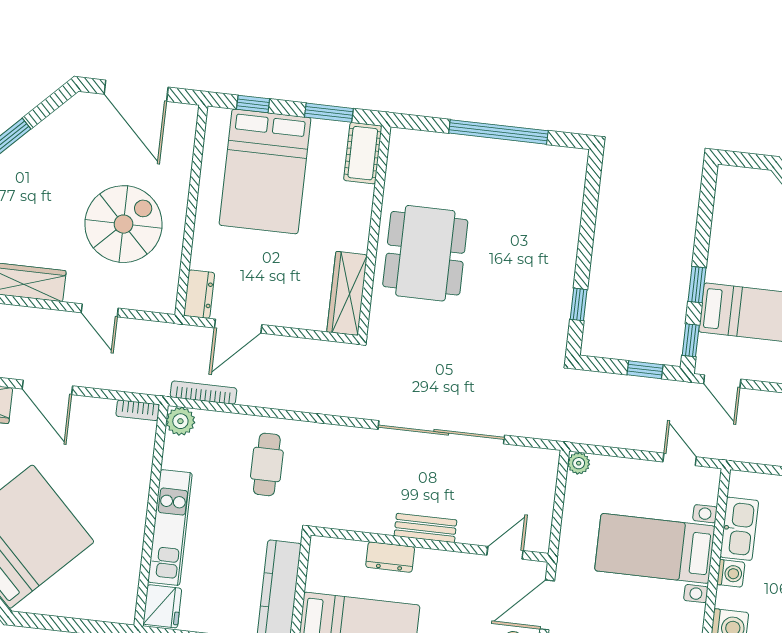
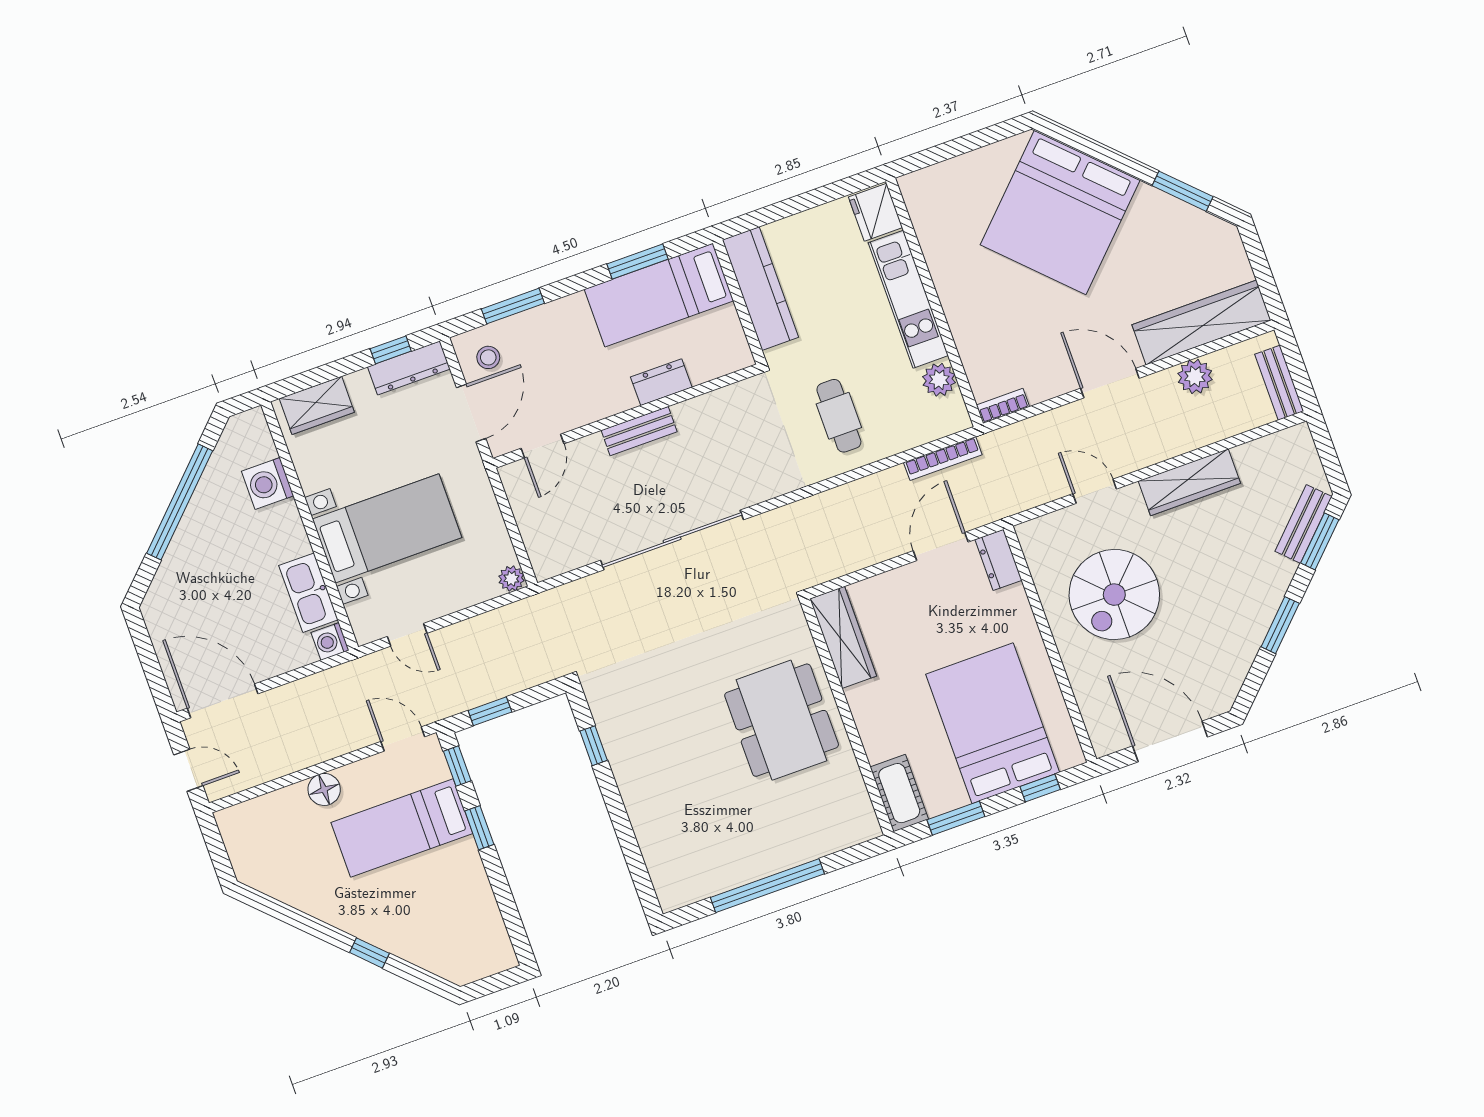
plant: (180, 421) -> (939, 380), moved
washing machine: (731, 573) -> (330, 641), moved

